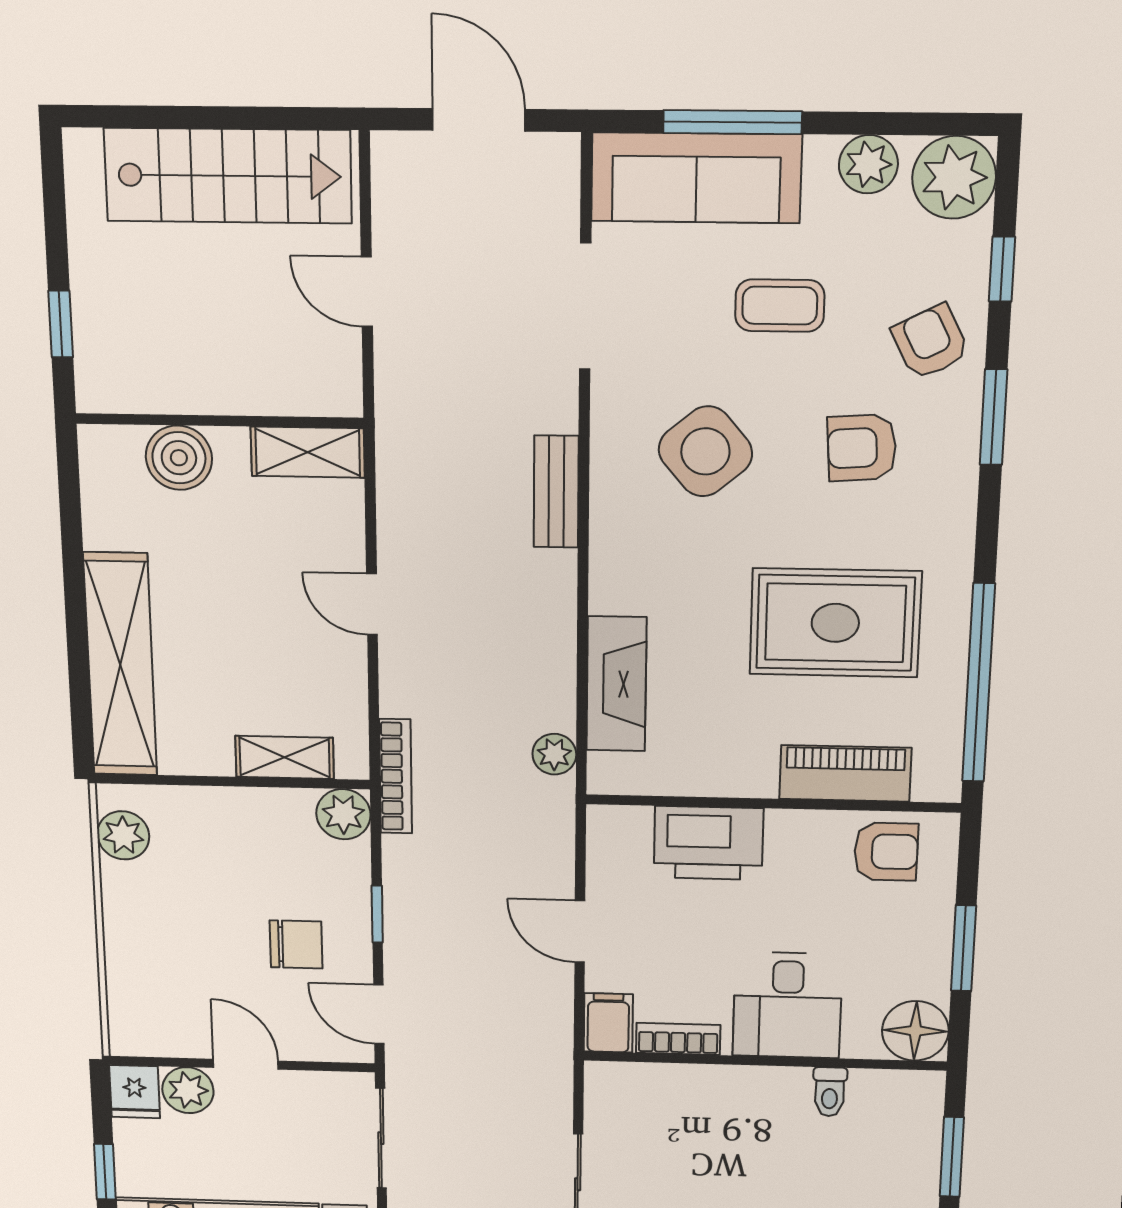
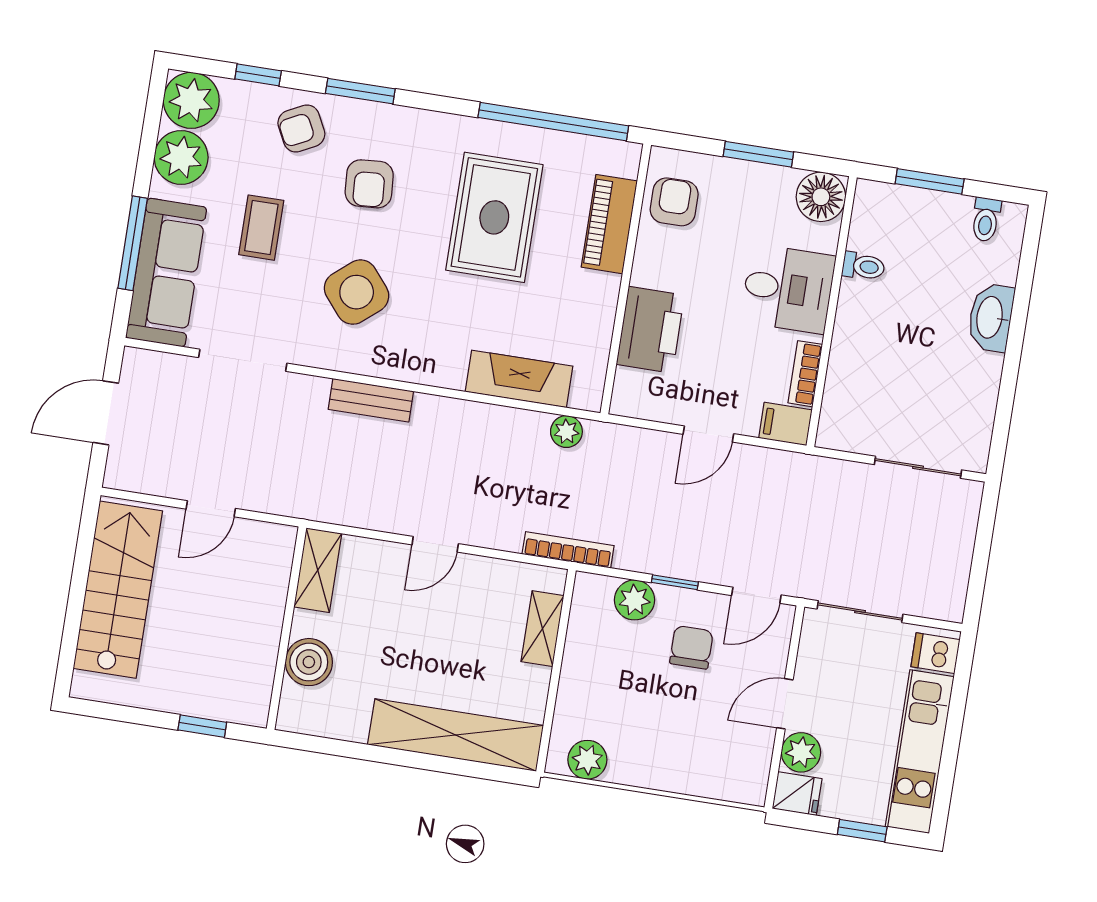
plant: (868, 164) -> (181, 157), width x1.36, depth x1.36
plant: (343, 814) -> (635, 600), moved

